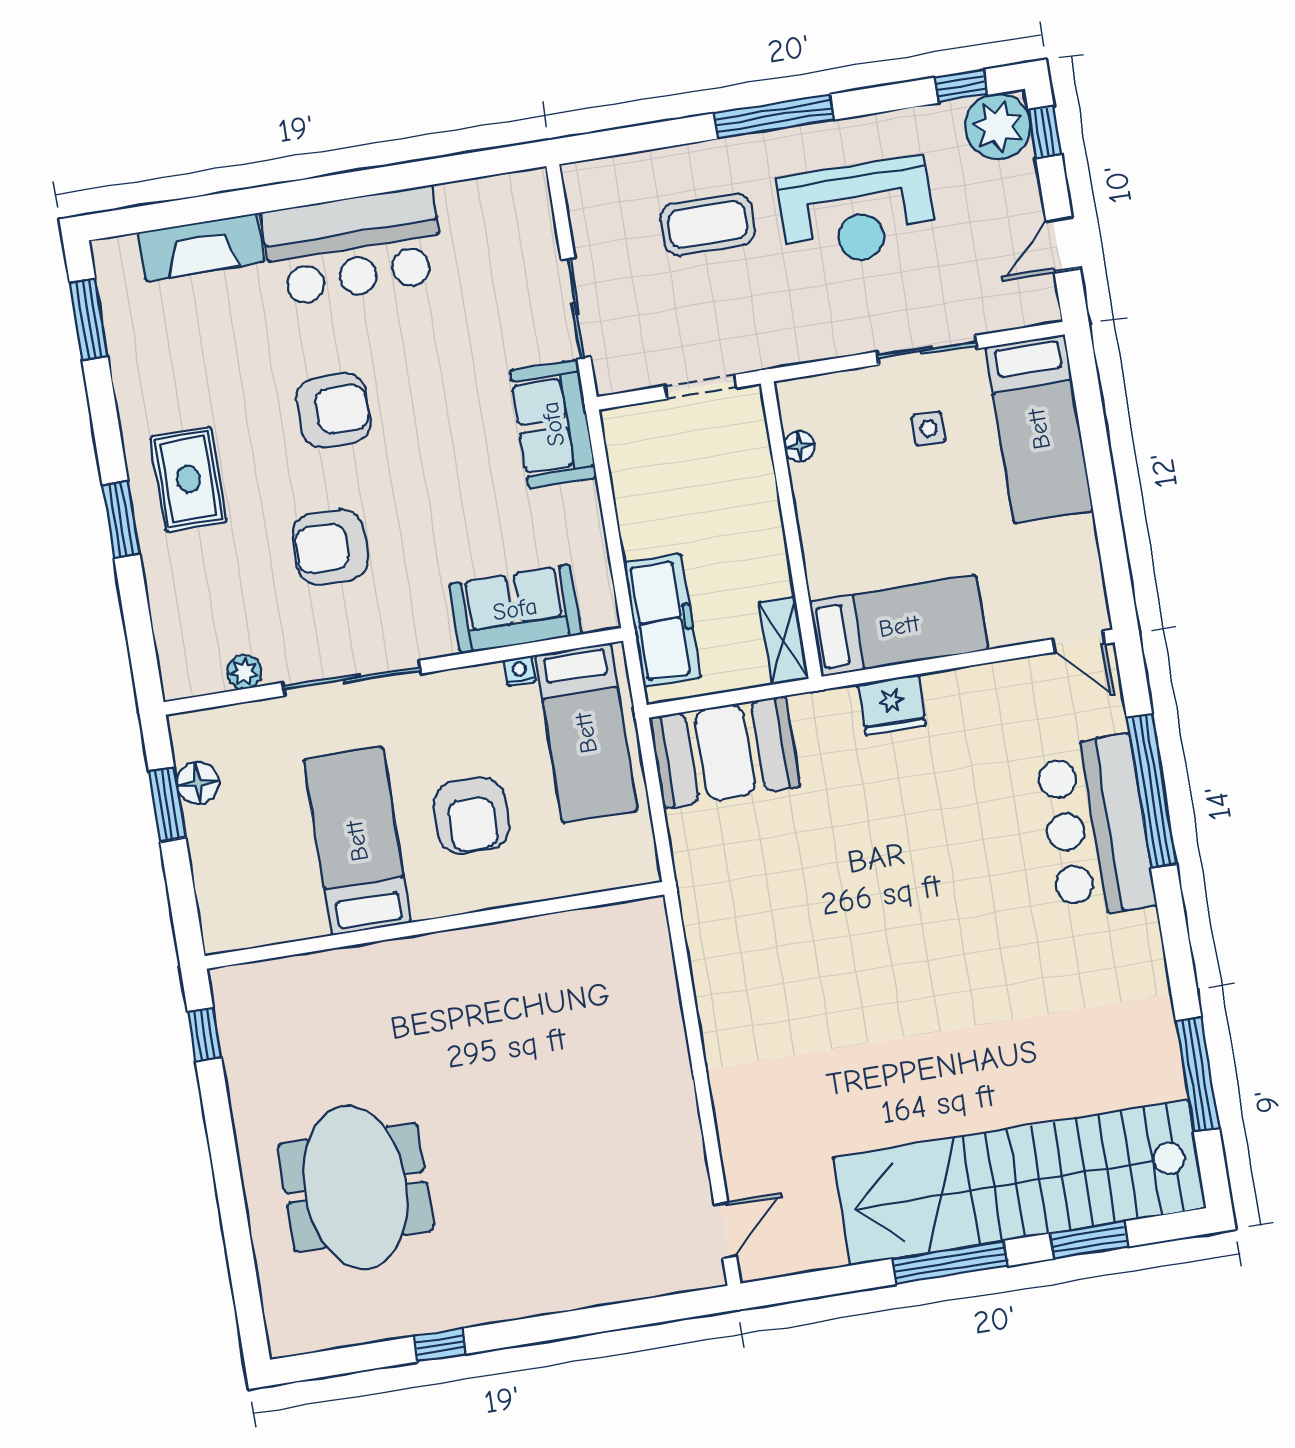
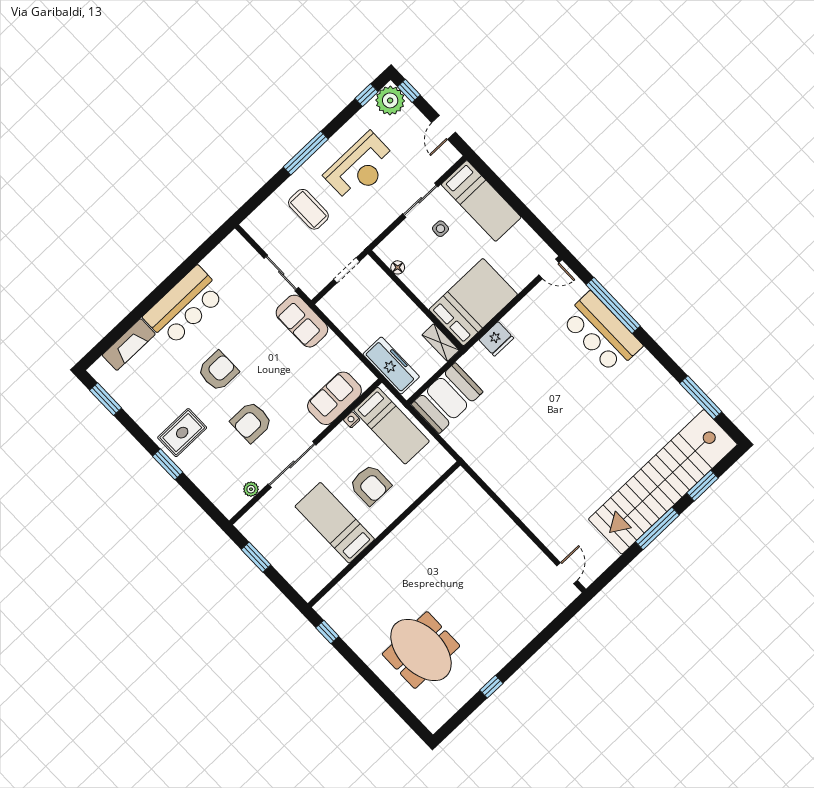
coffee table: (707, 225) -> (308, 209), turned 90
rug: (188, 479) -> (182, 433), turned 90
bed: (899, 626) -> (473, 302), width x1.50
floor lamp: (198, 783) -> (262, 541), removed

